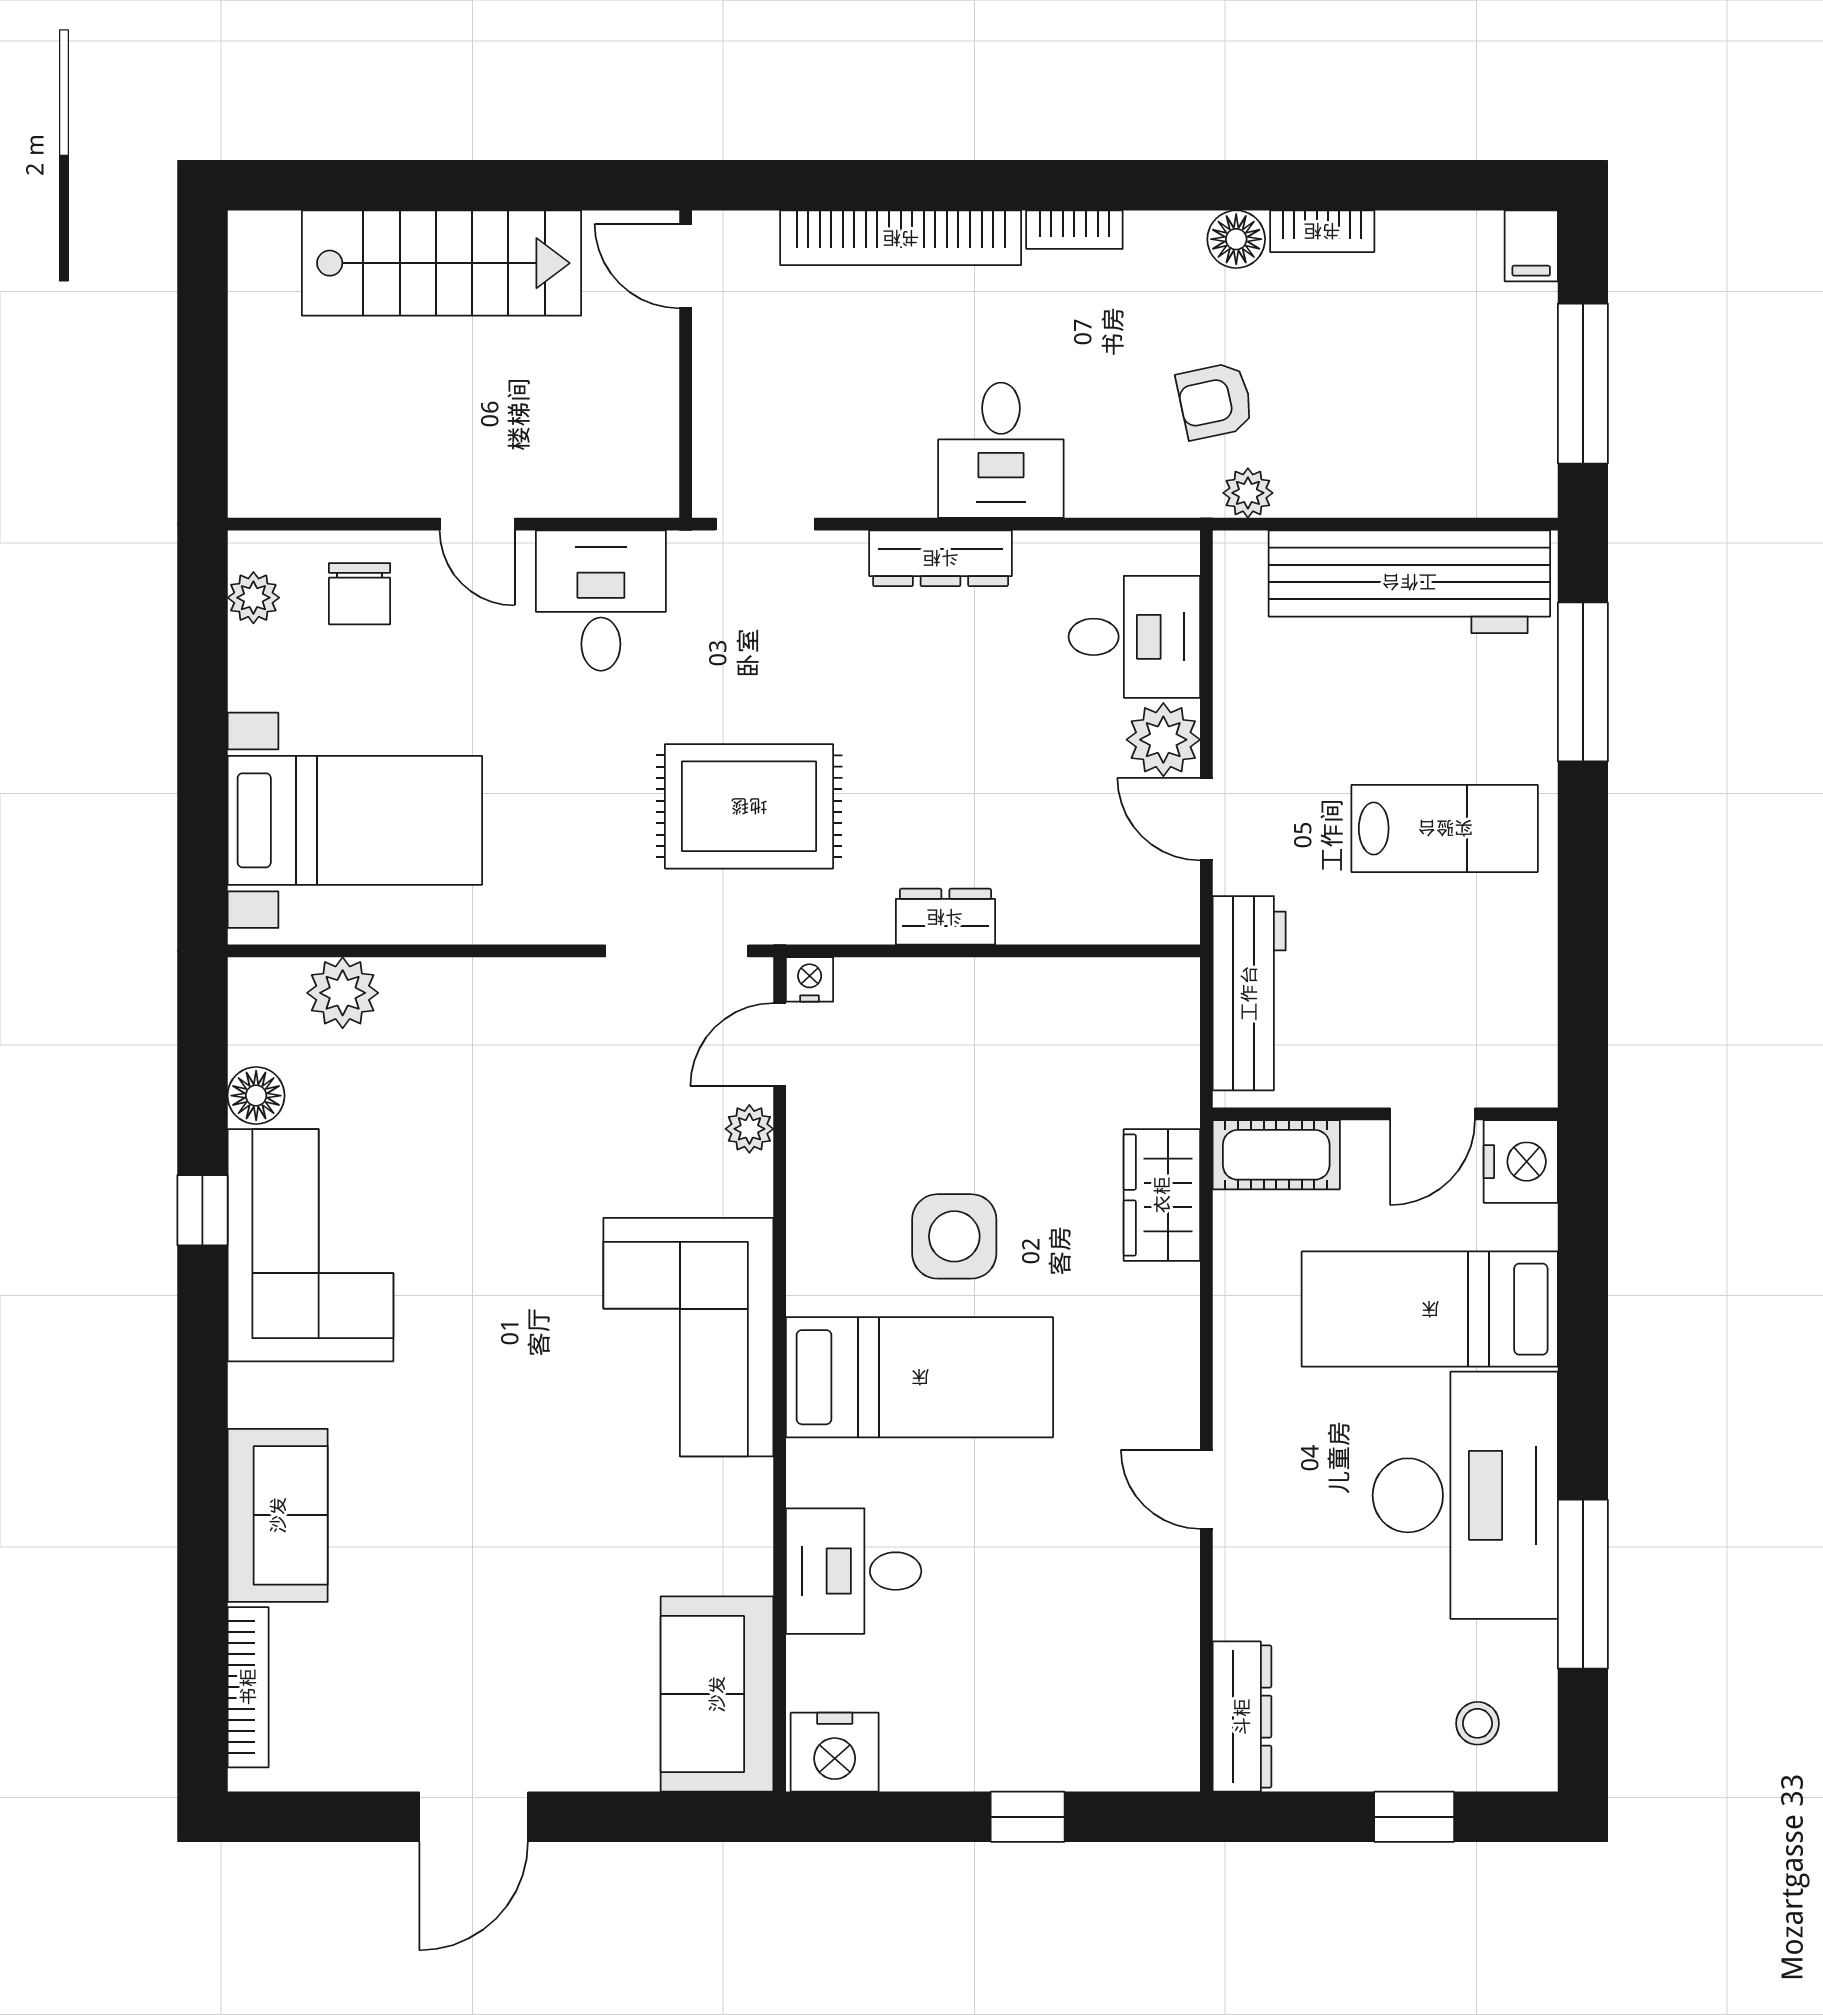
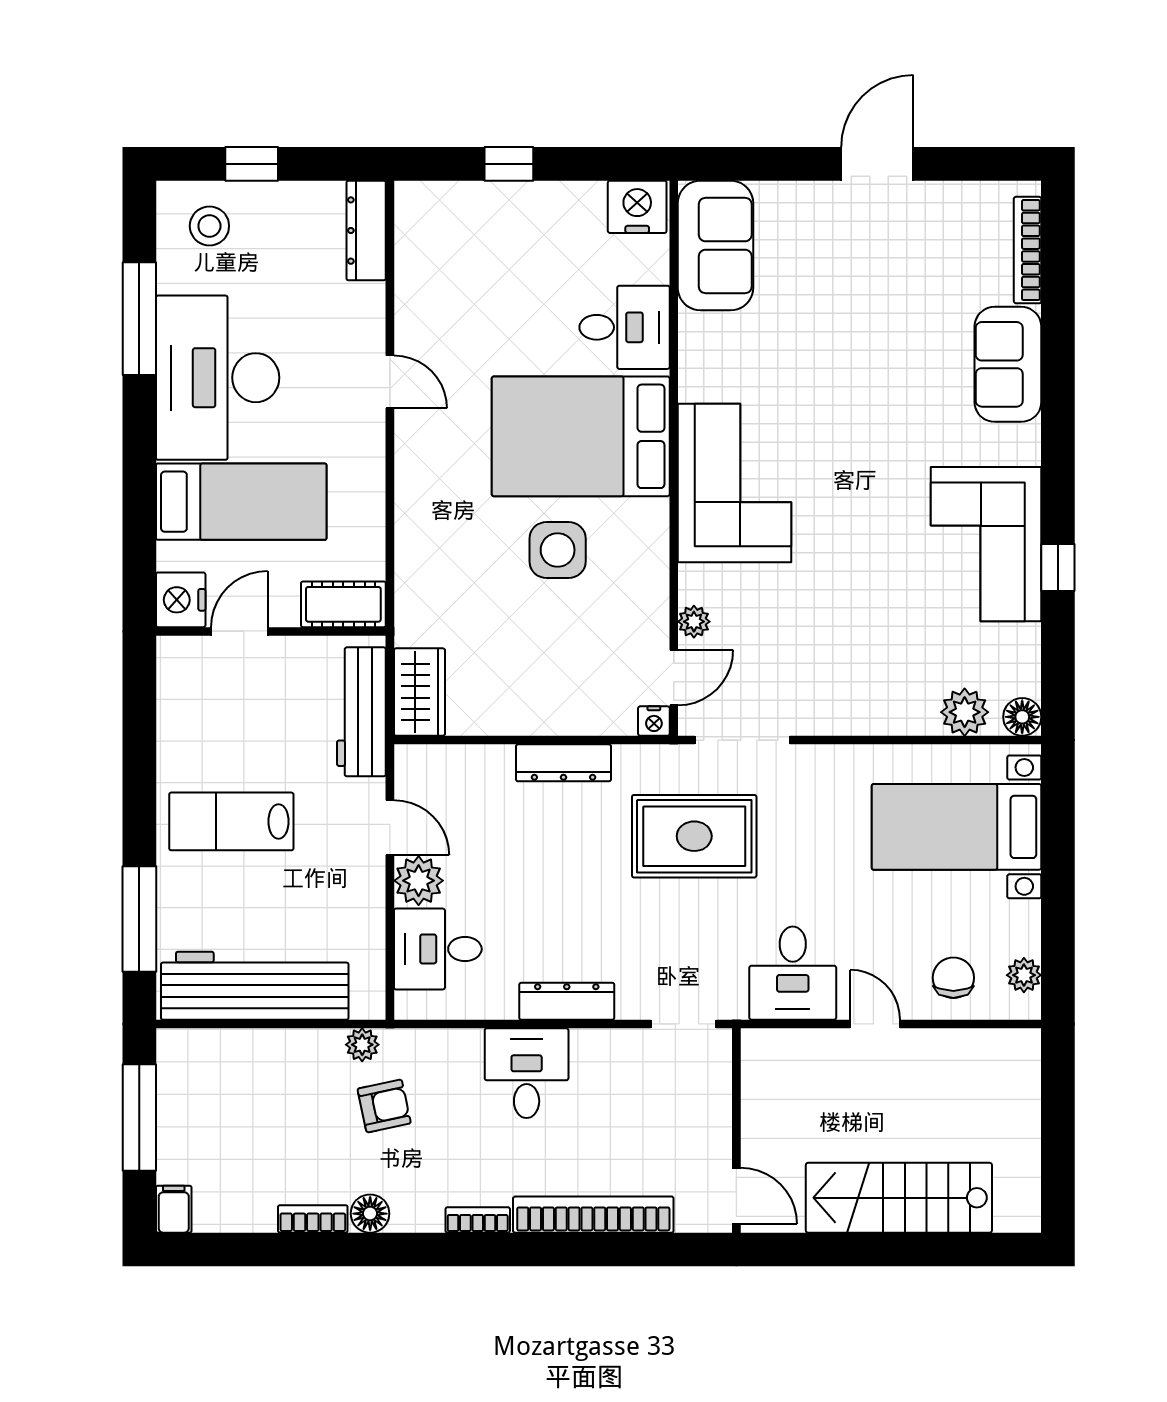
dresser: (945, 917) -> (563, 763), width x1.44
floor lamp: (256, 1096) -> (1022, 717), moved
wardrobe: (1162, 1195) -> (419, 692), moved
bed: (920, 1377) -> (581, 436), width x1.50
stool: (1477, 1723) -> (209, 226), width x1.37, depth x1.37

